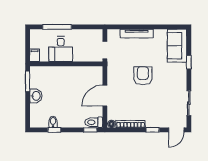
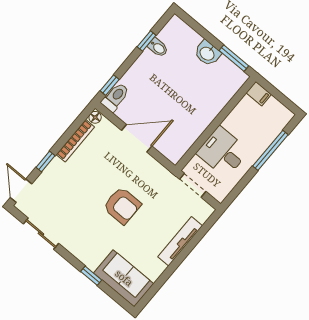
desk: (61, 49) -> (223, 152), moved
door: (105, 96) -> (137, 138), hinge flipped

